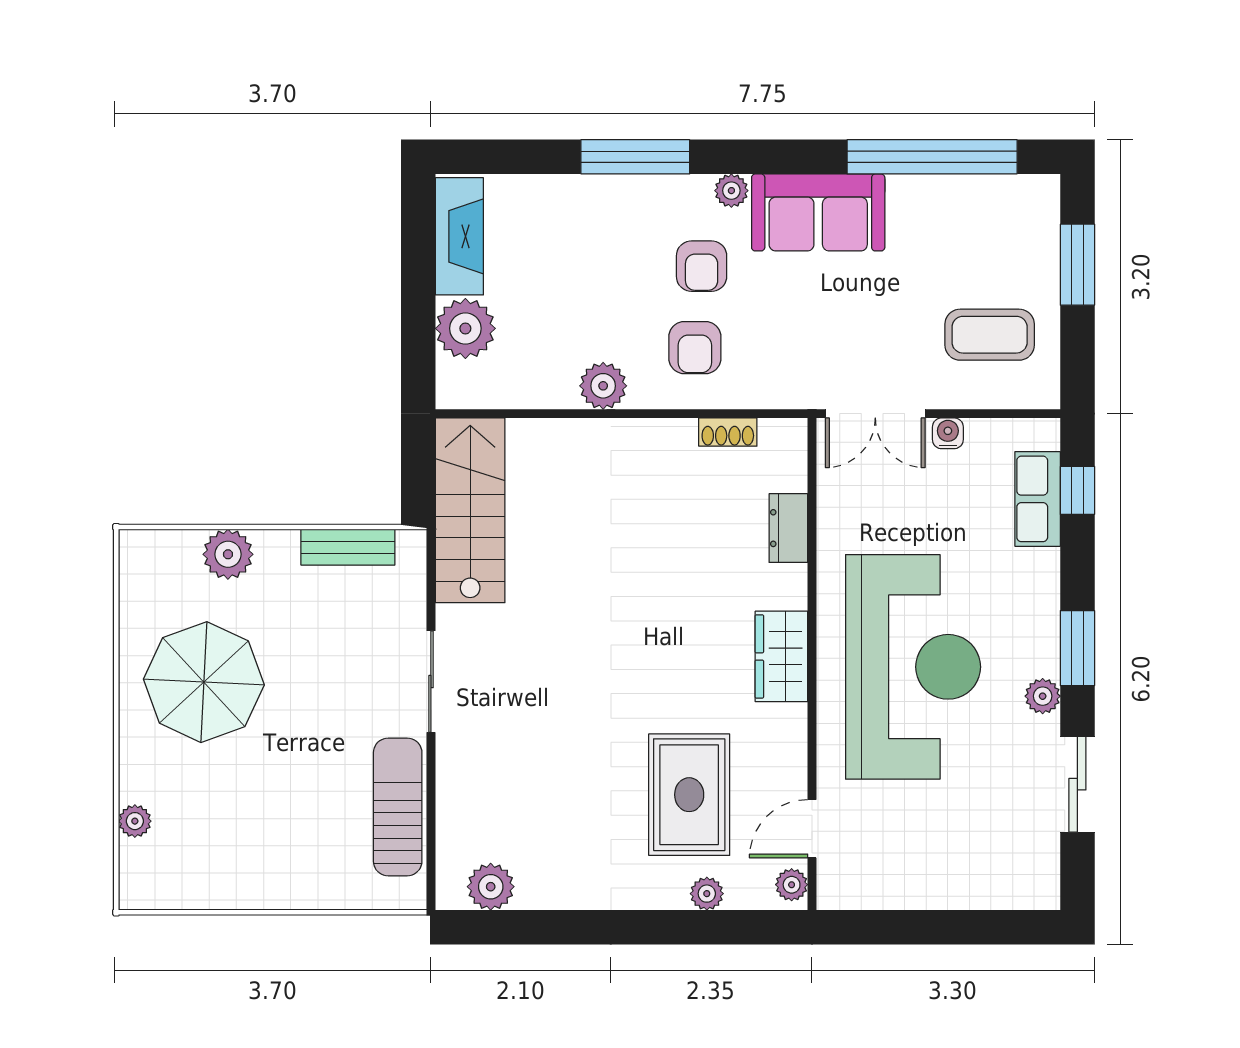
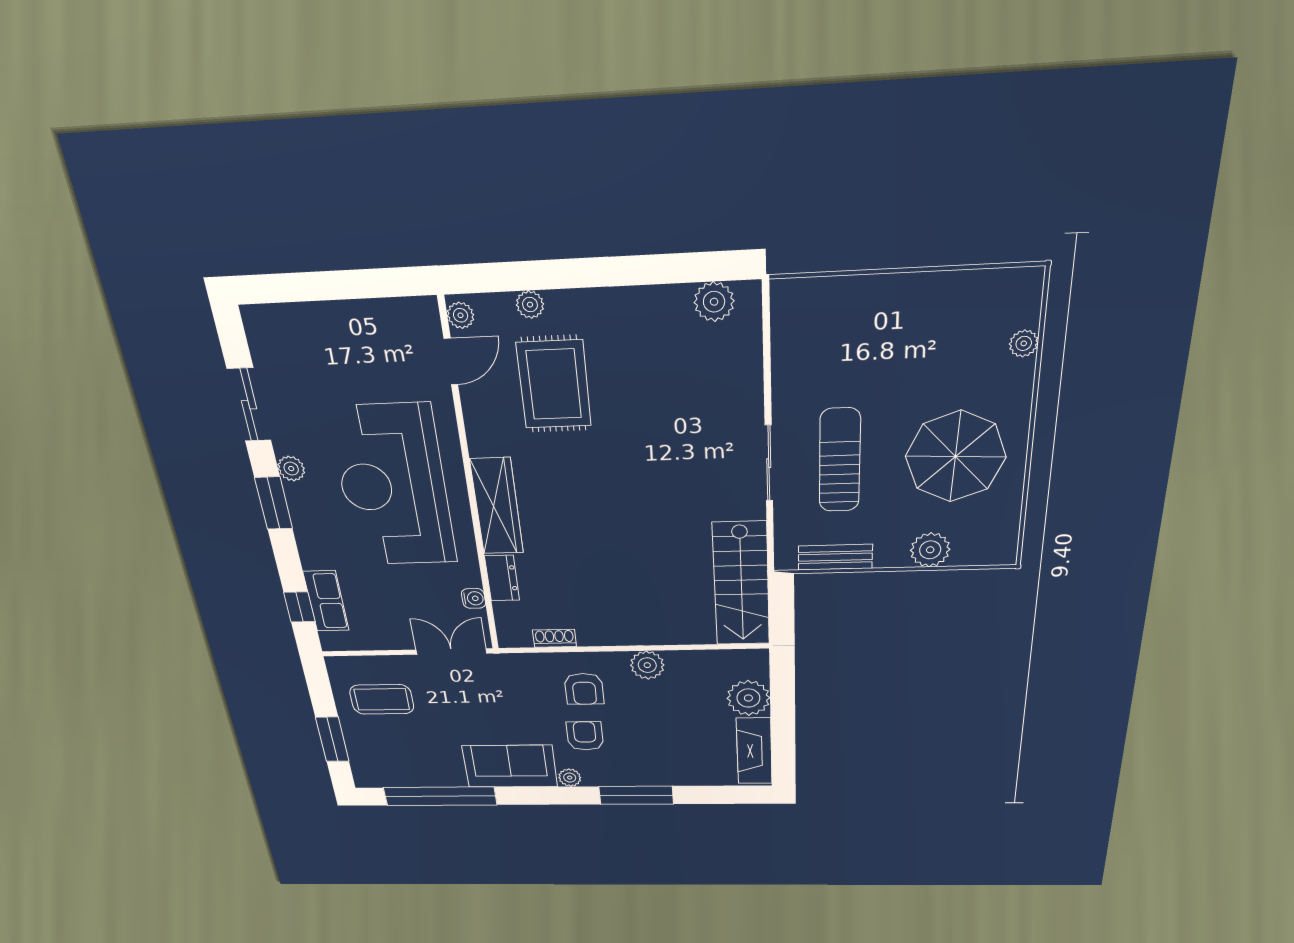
armchair: (695, 348) -> (584, 689), turned 180
water cooler: (948, 433) -> (474, 598), moved, turned -90
wardrobe: (781, 656) -> (497, 506), width x1.50
sun lounger: (398, 807) -> (840, 460), moved, turned 180

